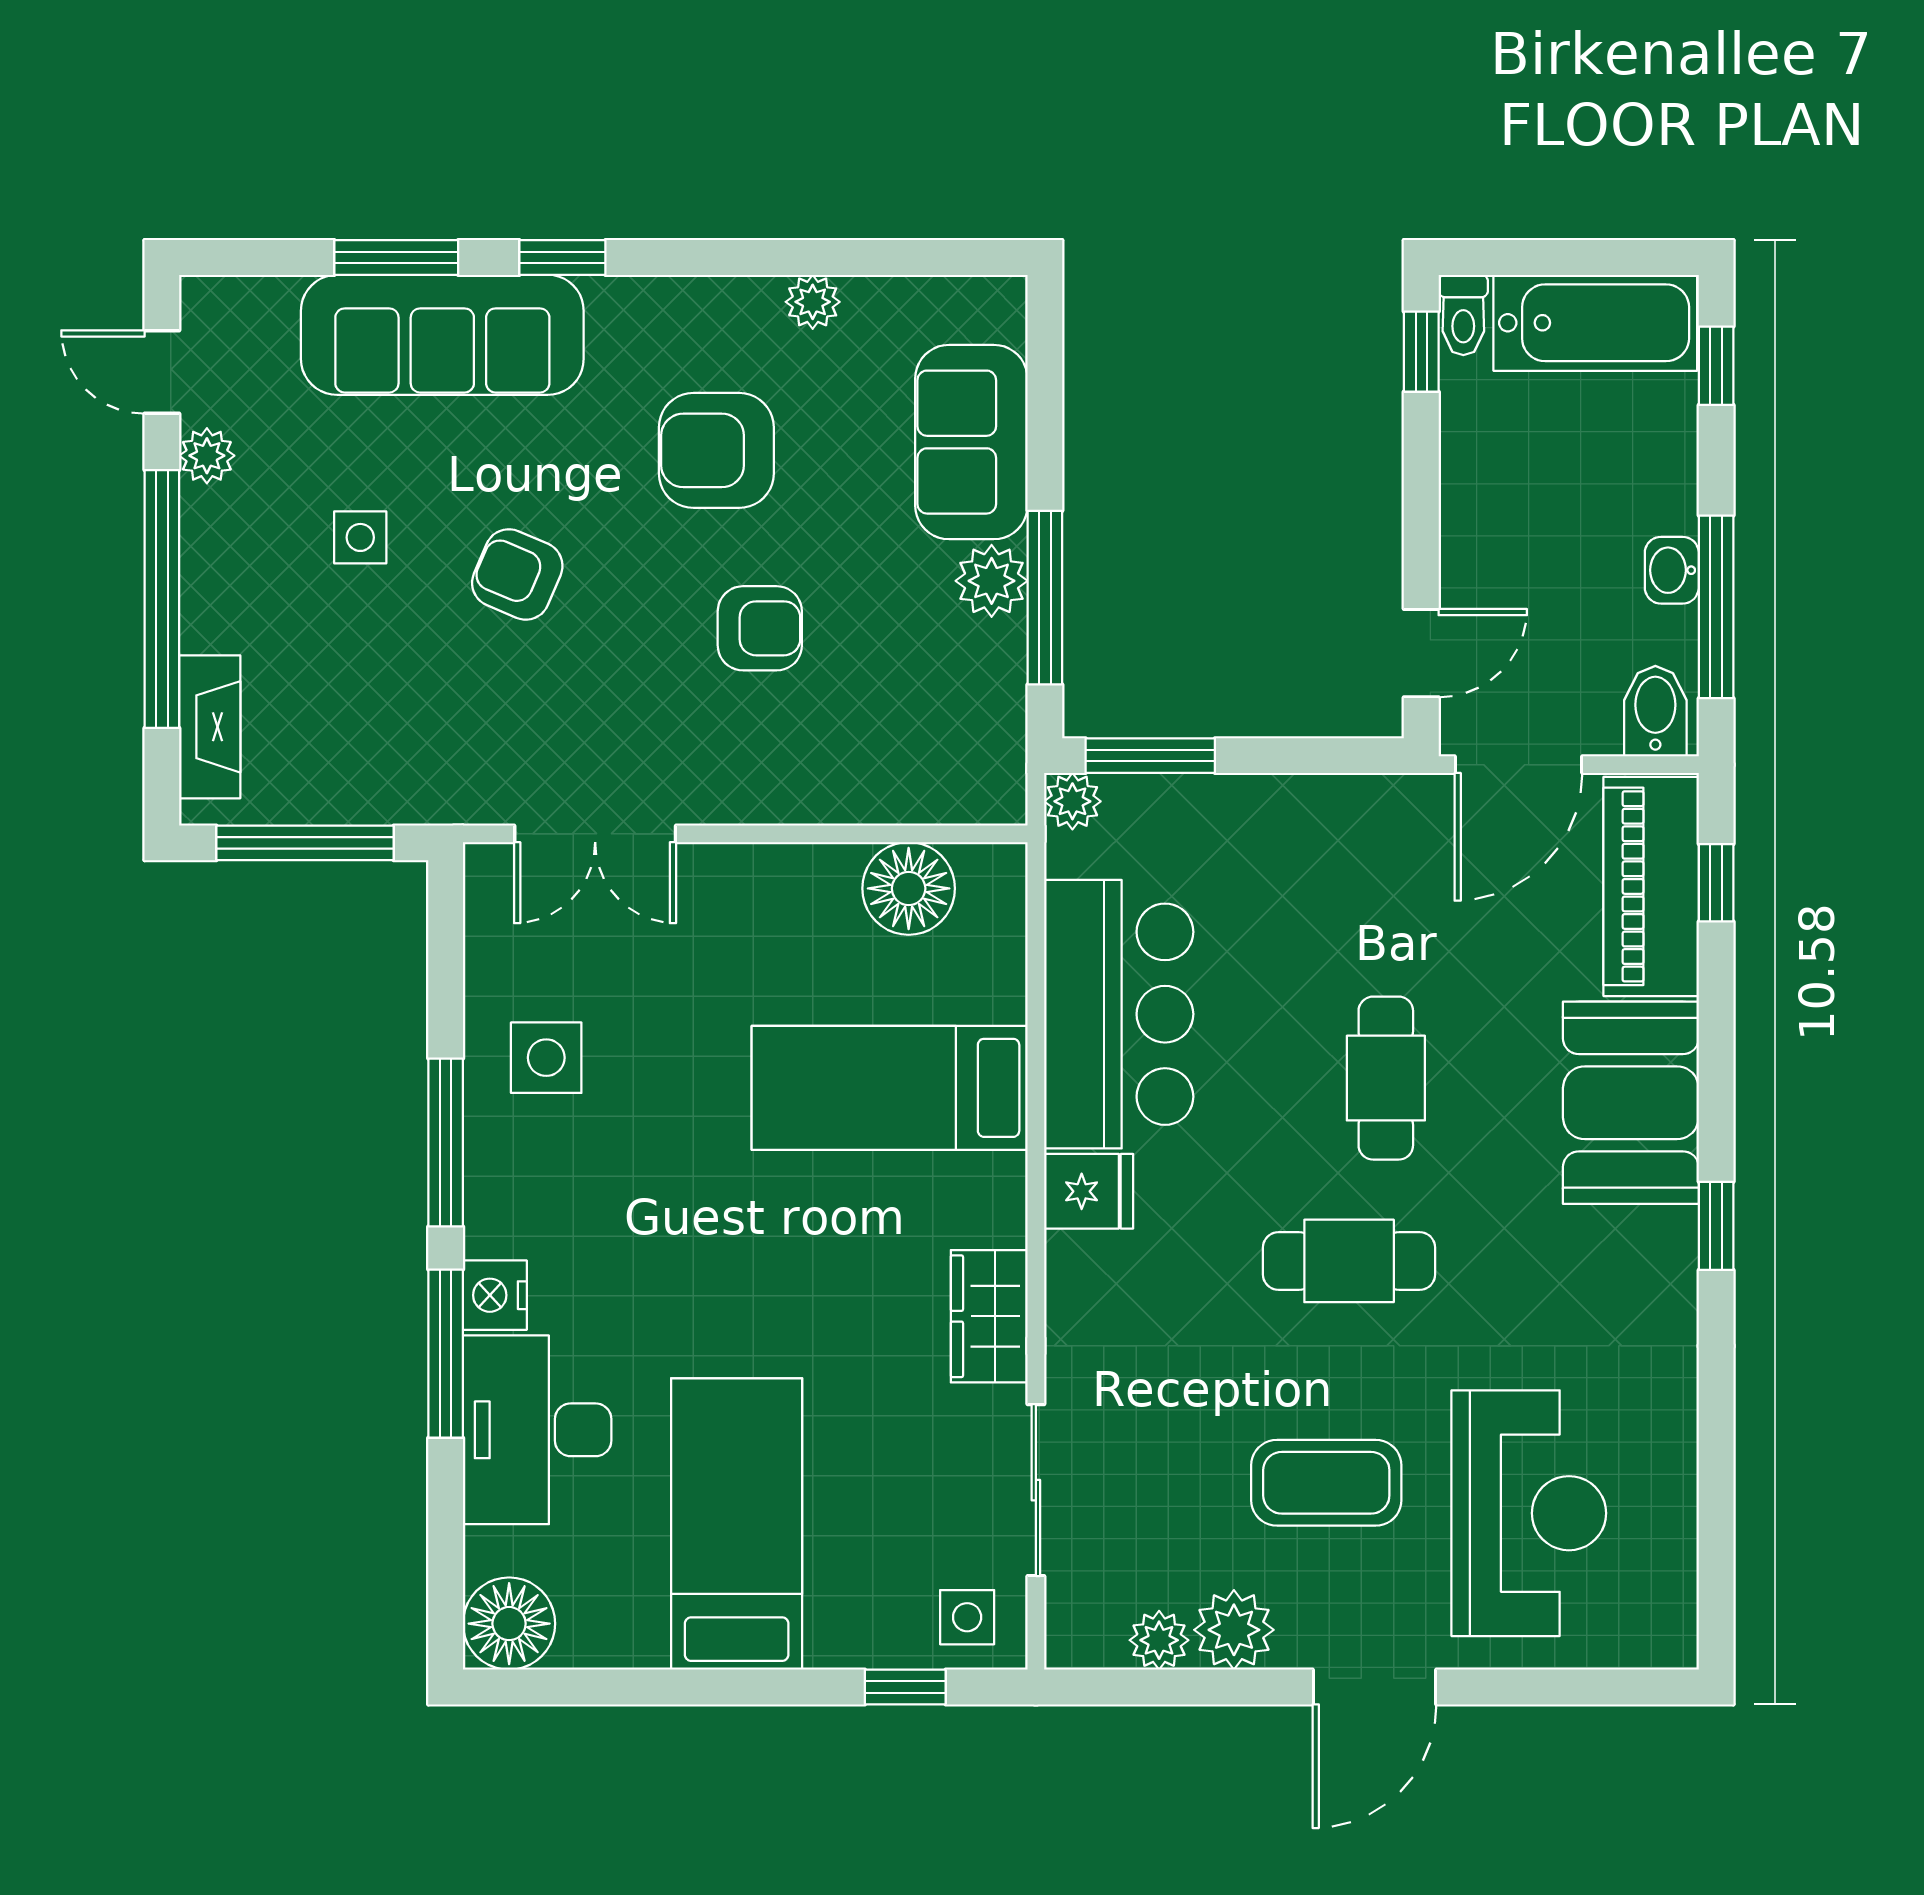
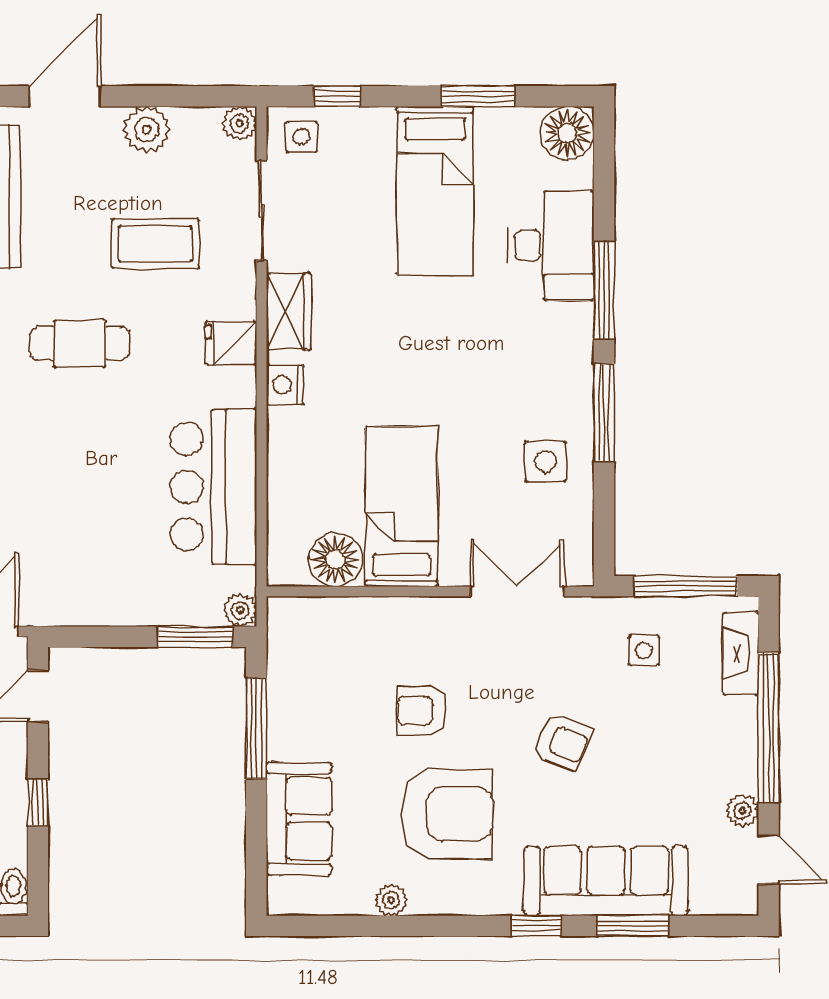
window: (1421, 352) -> (38, 802), moved
armchair: (716, 450) -> (447, 814), width x1.36, depth x1.36
side table: (360, 537) -> (644, 650), moved
plant: (992, 581) -> (287, 738), removed
cafe table: (1386, 1078) -> (58, 450), removed
bed: (890, 1088) -> (401, 507), moved, turned -90
fridge: (1089, 1191) -> (231, 343), moved
nightstand: (495, 1295) -> (285, 385), moved, turned 180
coffee table: (1326, 1483) -> (155, 244), moved
plant: (1159, 1640) -> (240, 123), moved
window: (662, 1687) -> (478, 96), added

